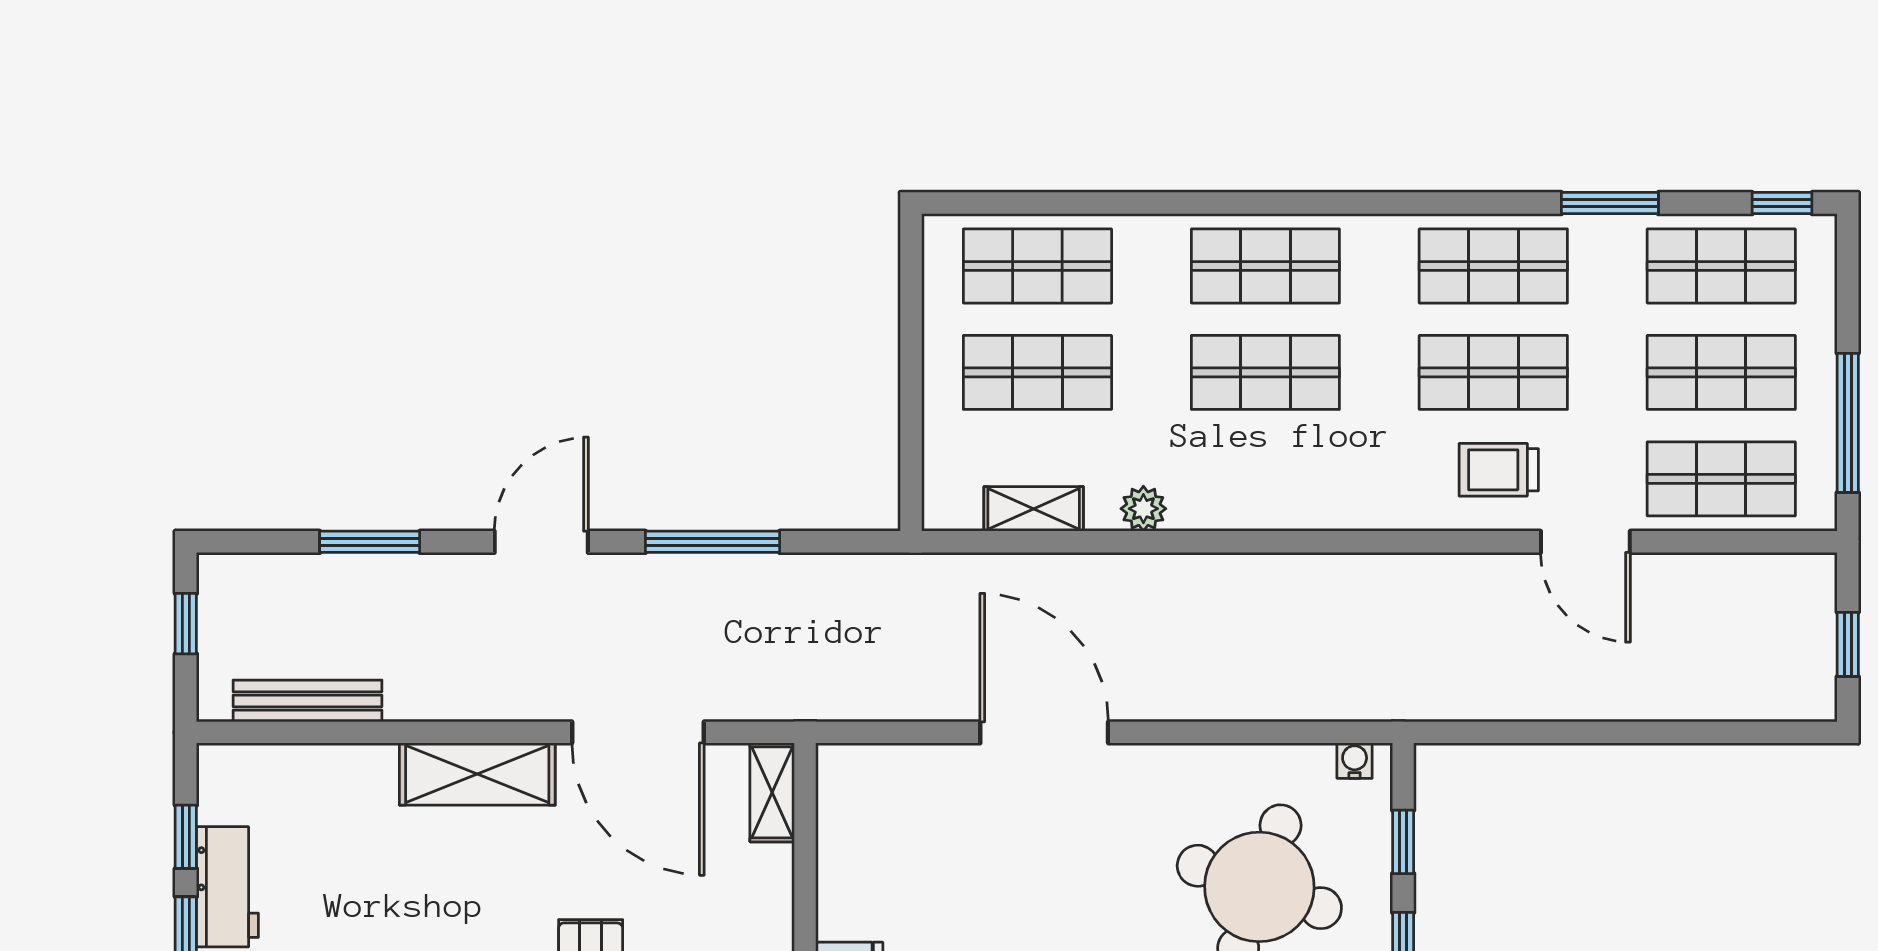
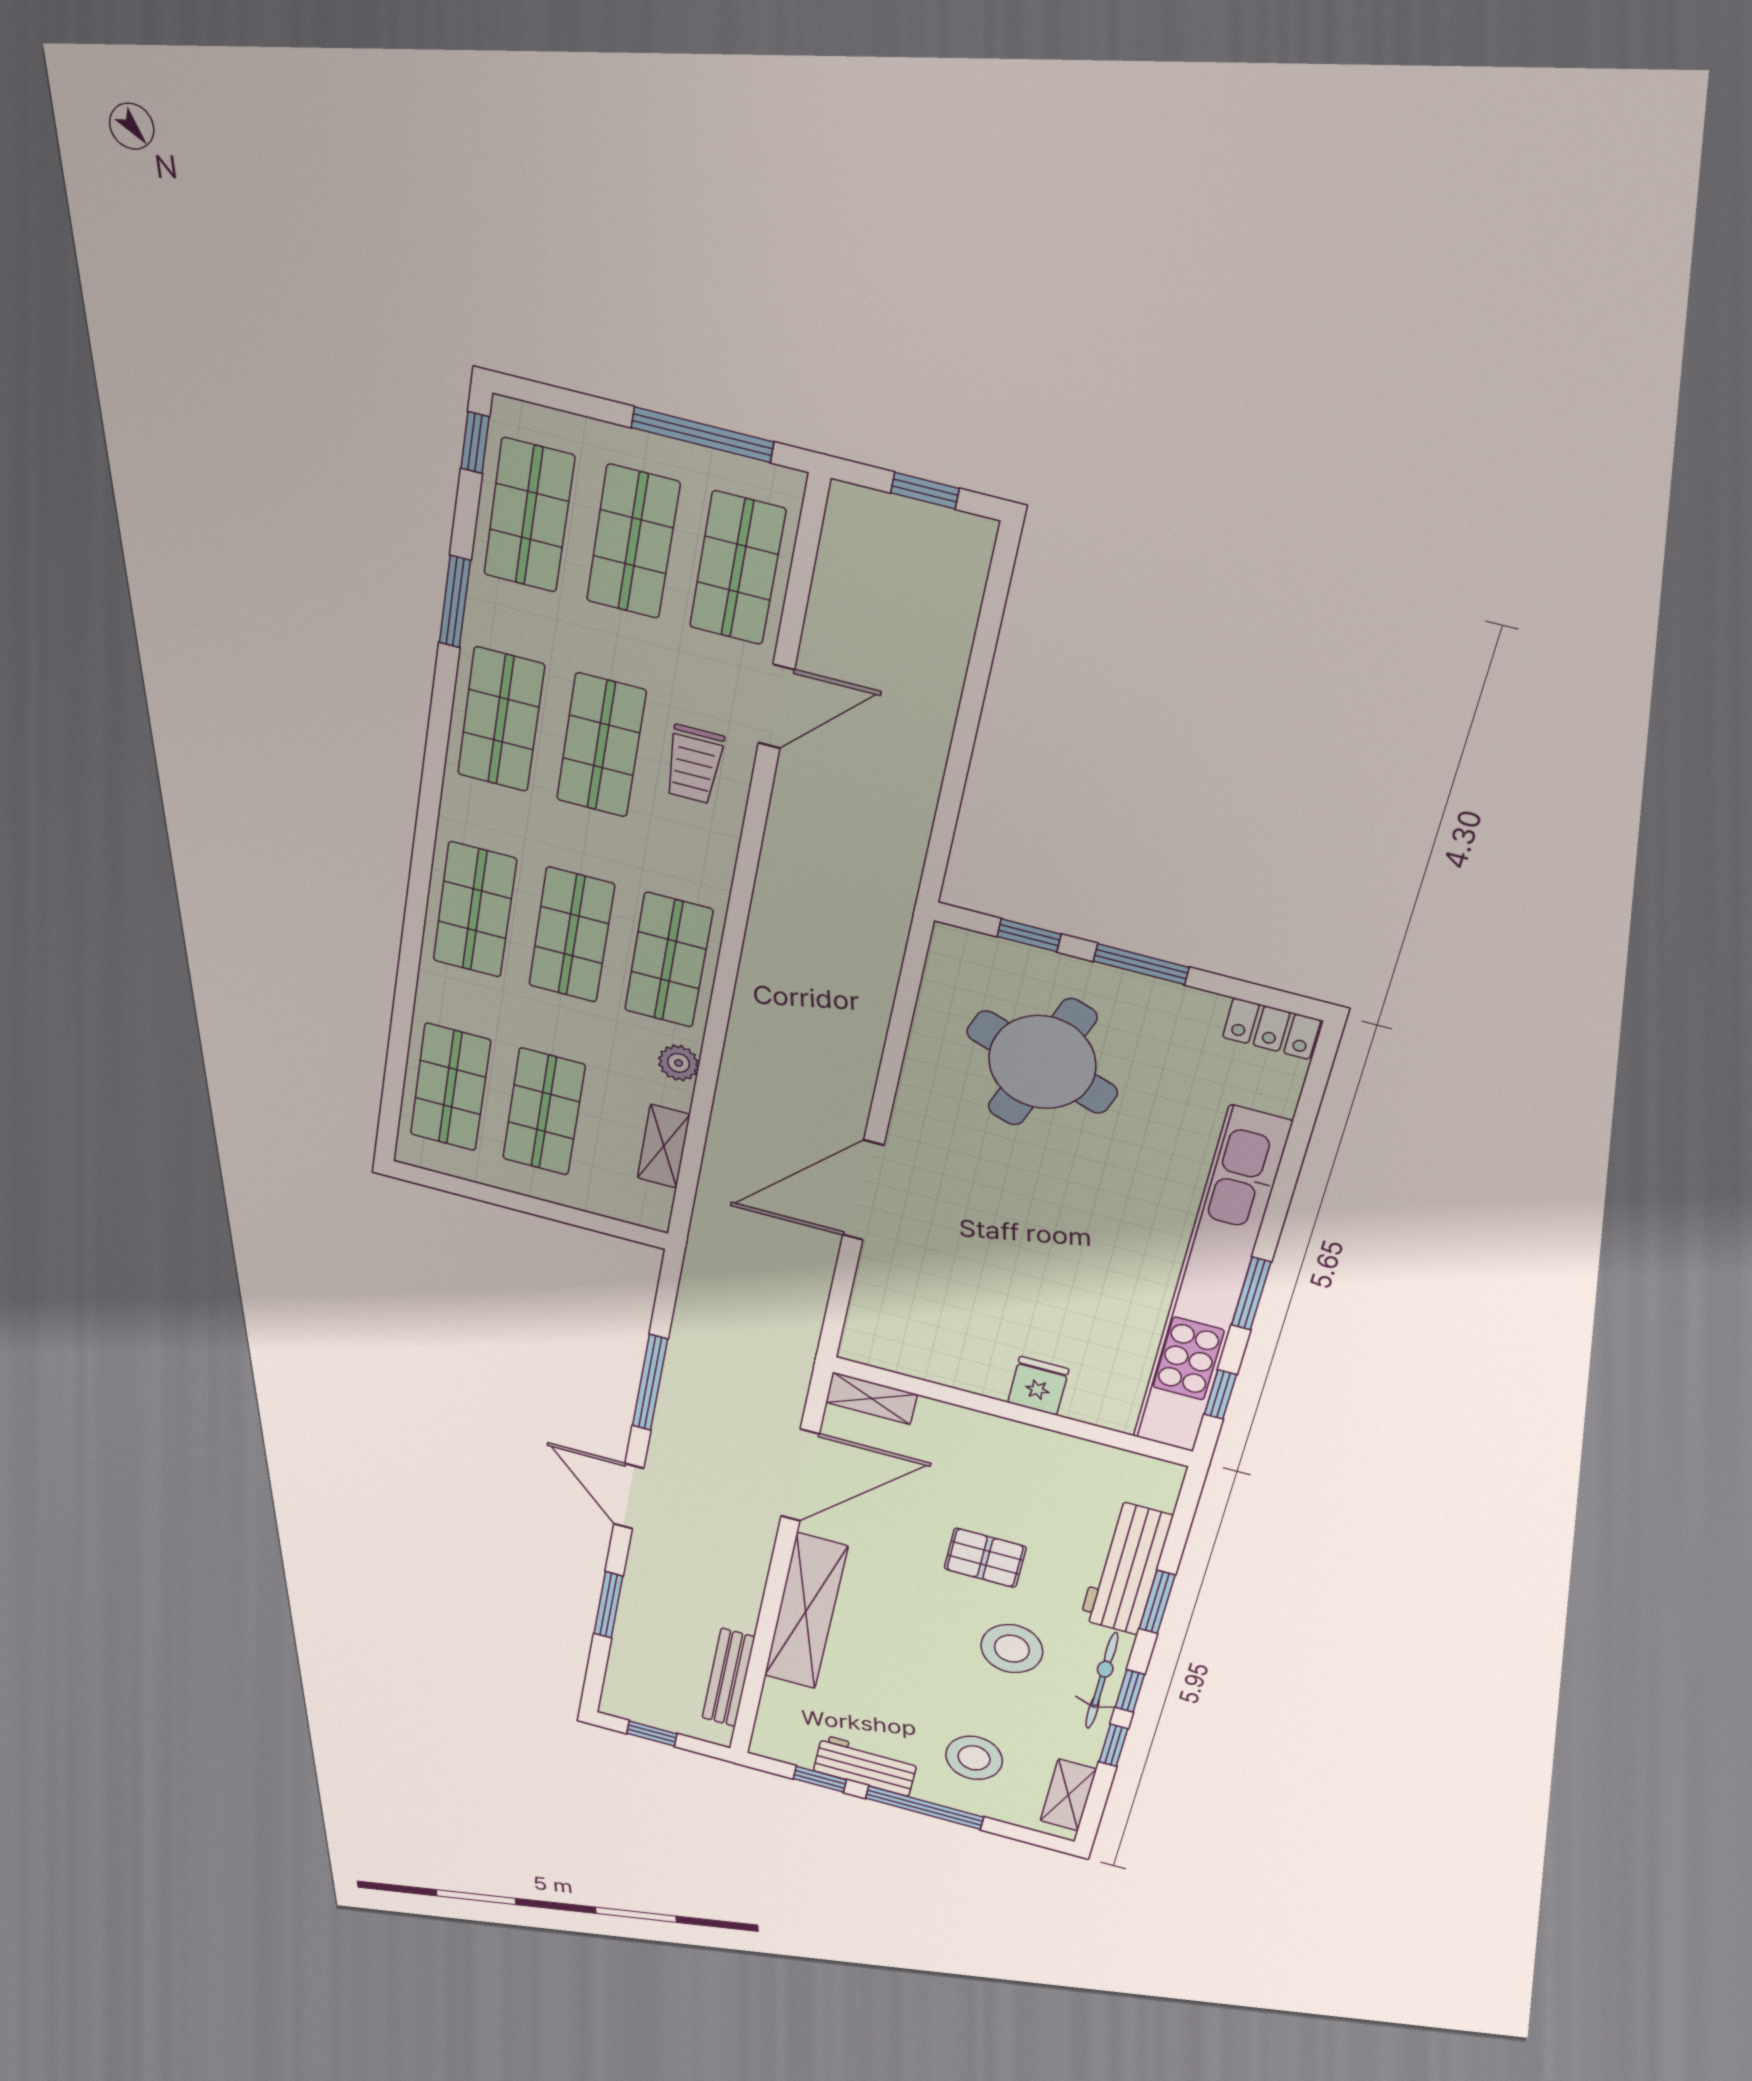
shop shelf: (1265, 479) -> (669, 960), added
water cooler: (1355, 761) -> (943, 955), removed
shelving: (477, 774) -> (806, 1611), width x1.47

